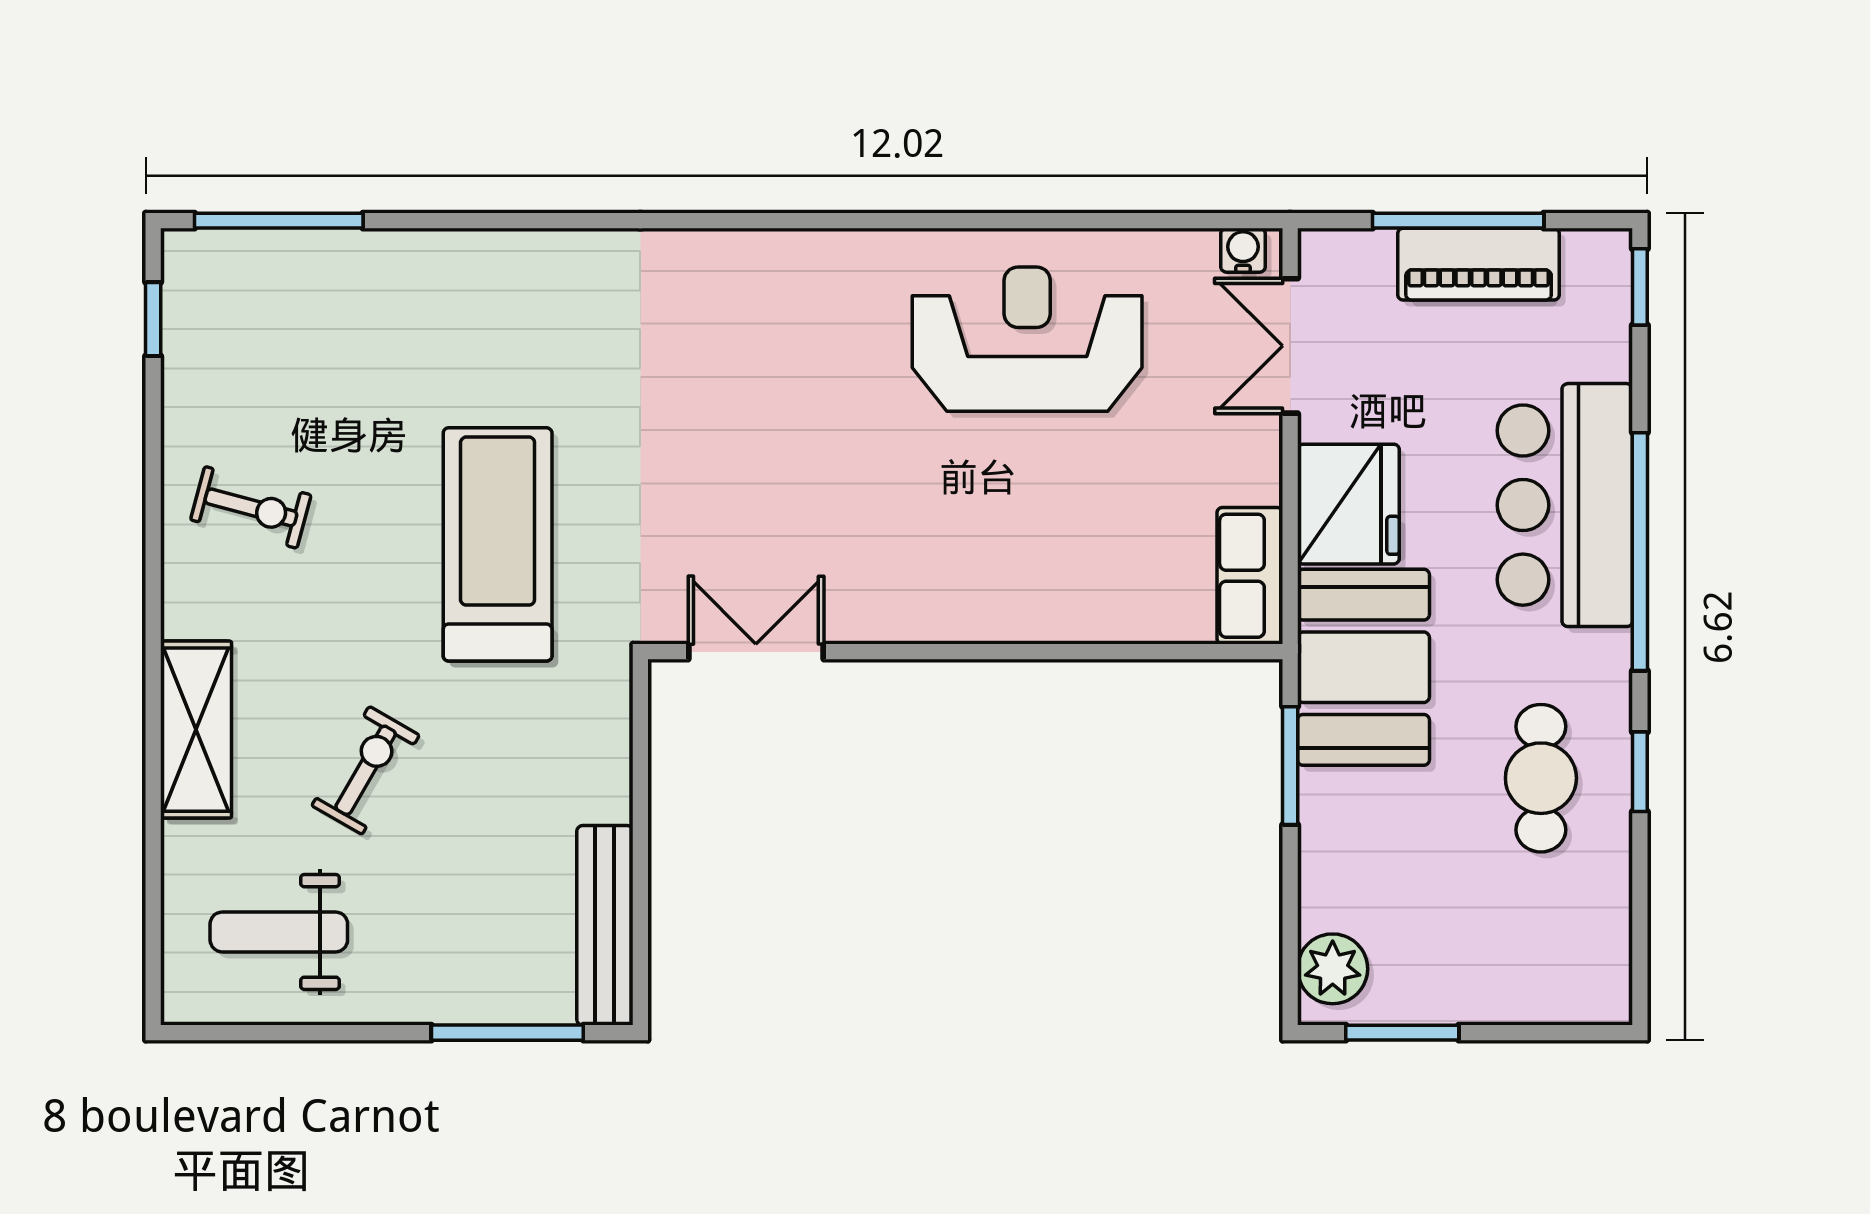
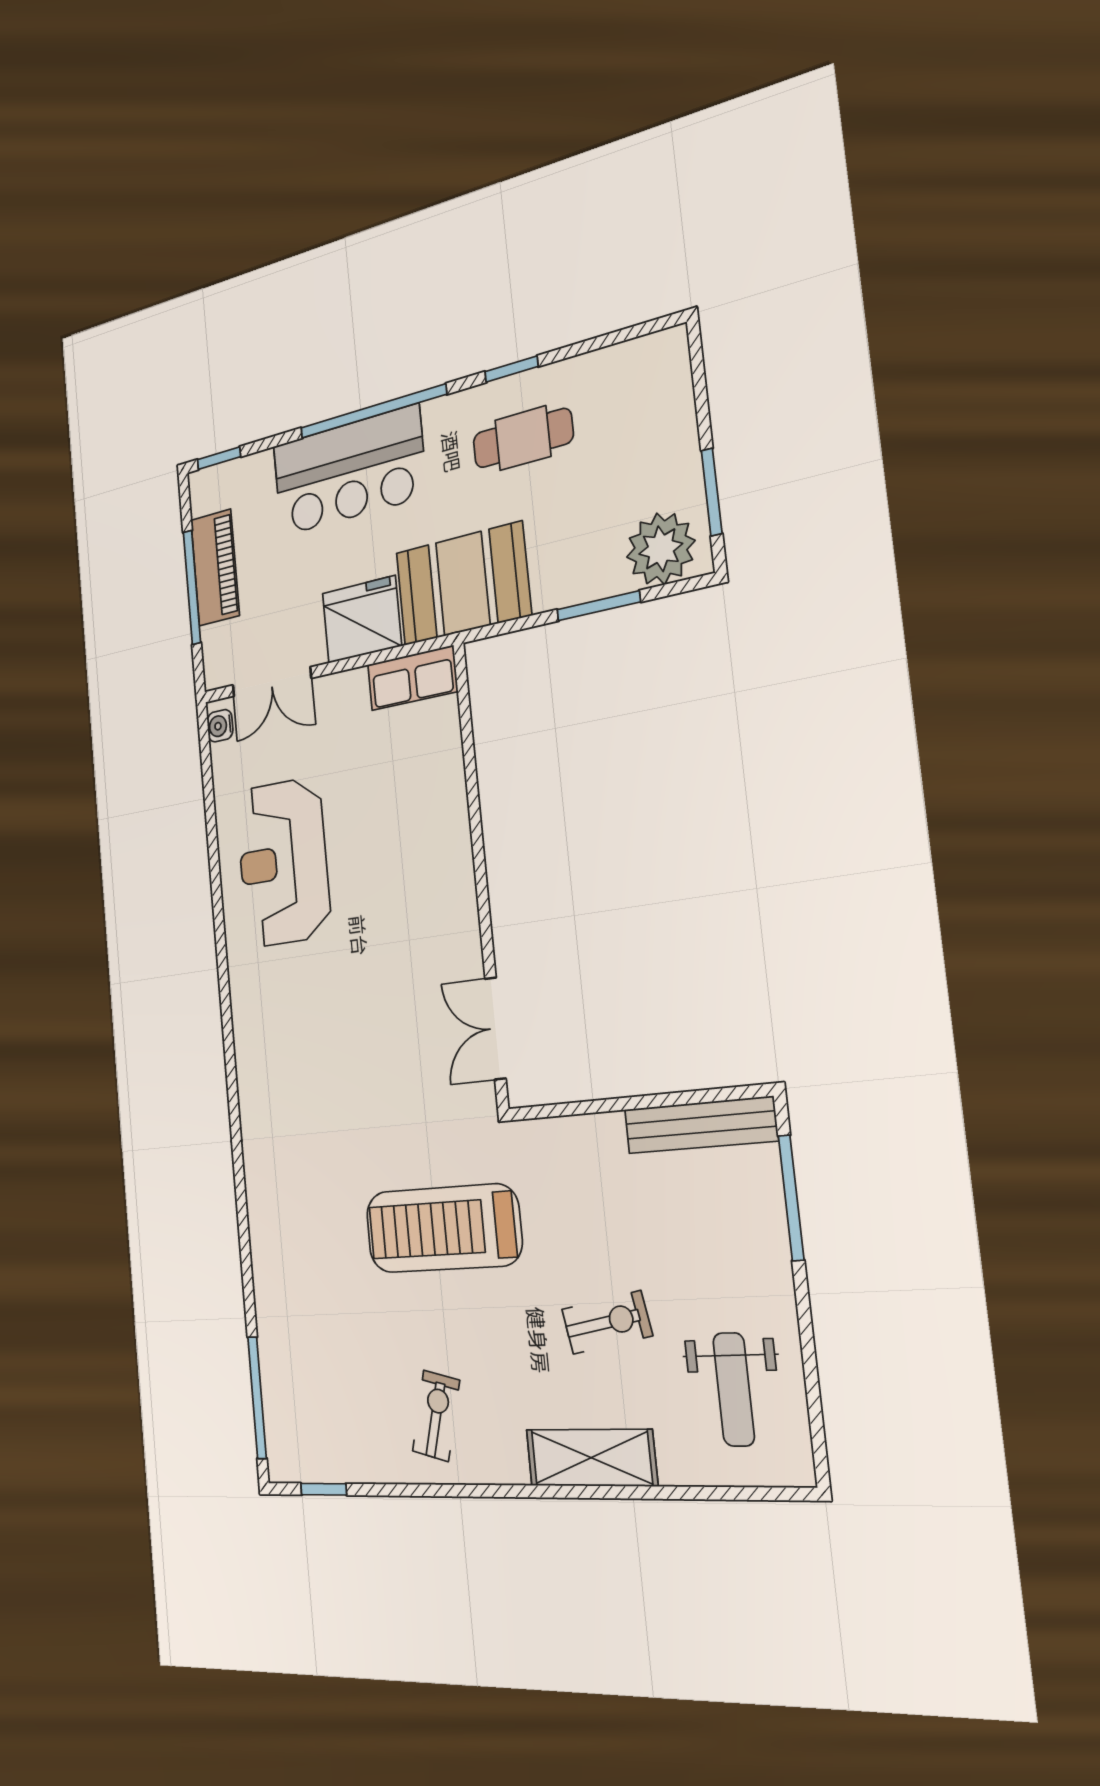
window: (1290, 766) -> (598, 606), moved
exercise bike: (366, 770) -> (607, 1322), turned 140
plant: (1333, 969) -> (661, 549), width x1.36, depth x1.36

